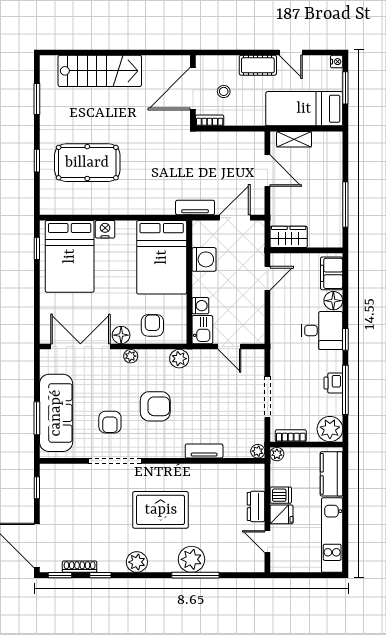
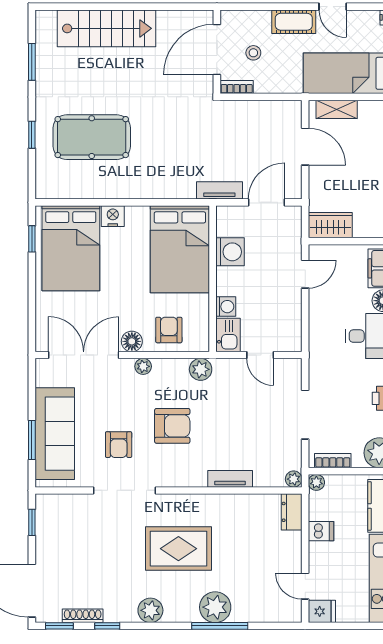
dresser: (256, 506) -> (292, 512), moved
fridge: (281, 514) -> (322, 611), moved

